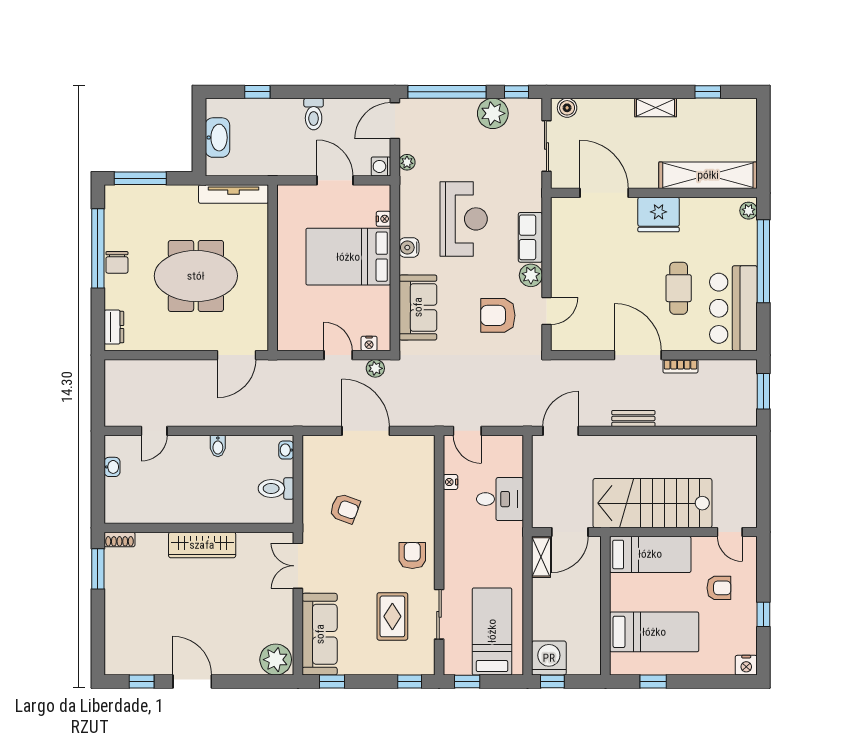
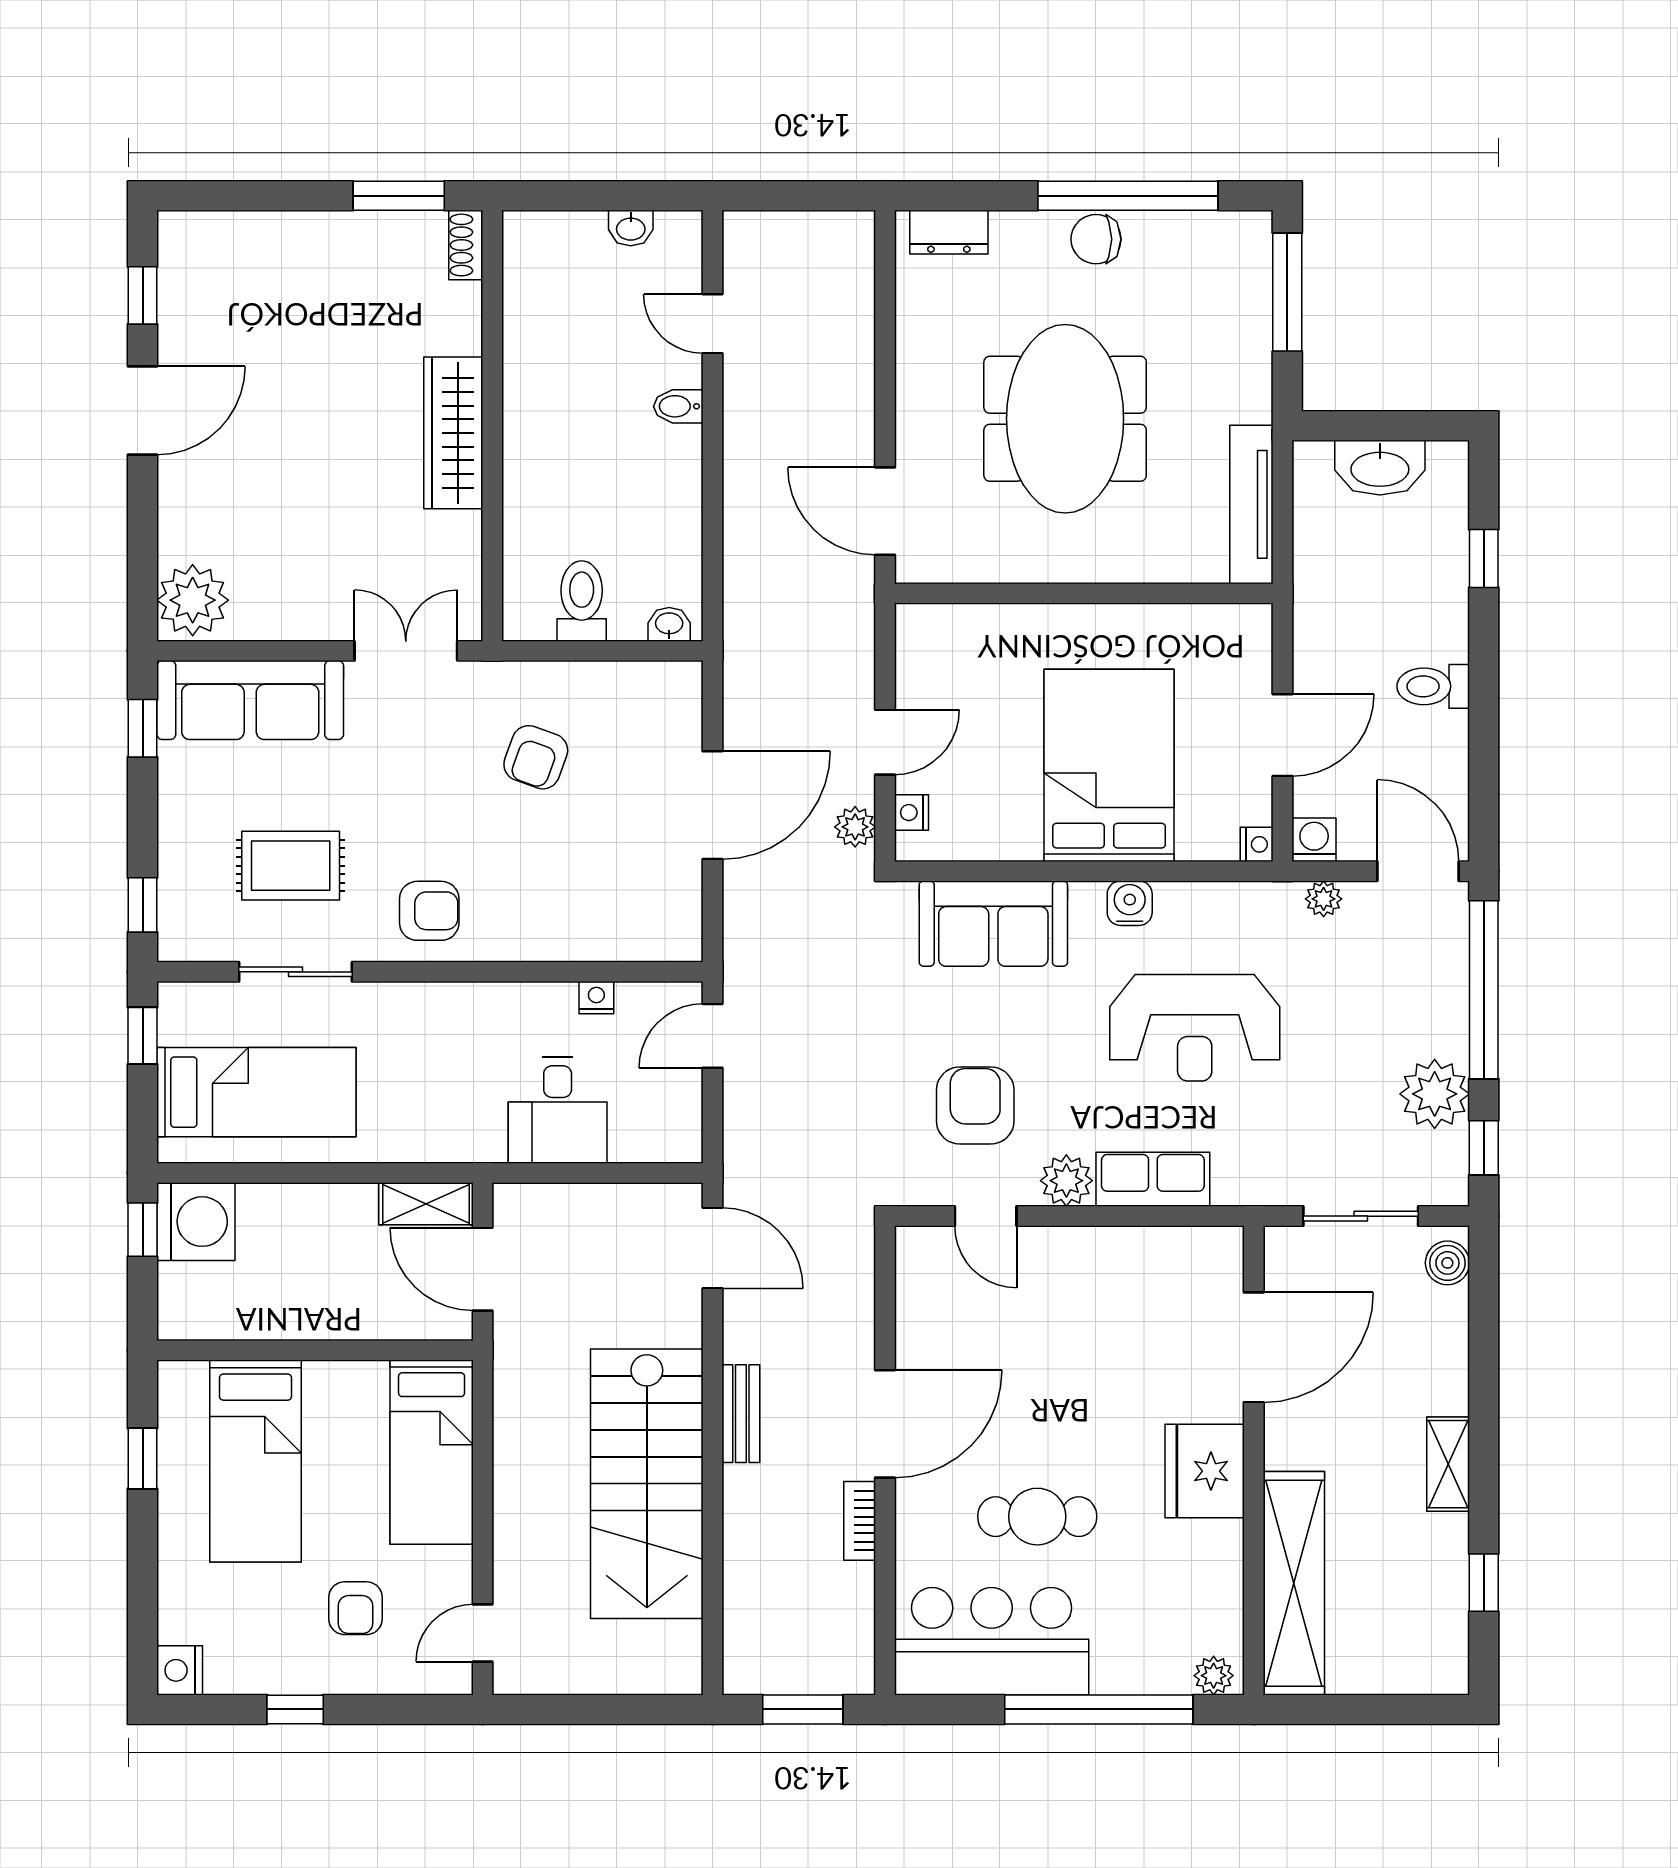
nightstand: (383, 219) -> (1257, 844), moved, turned -90
bidet: (218, 446) -> (678, 406), moved
stairs: (652, 503) -> (647, 1484), moved, turned 180

